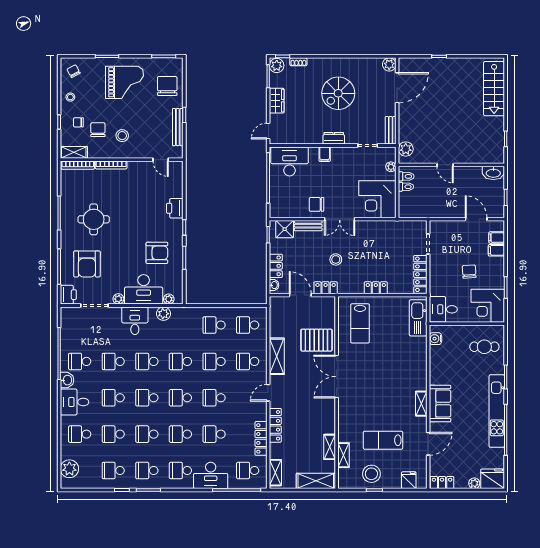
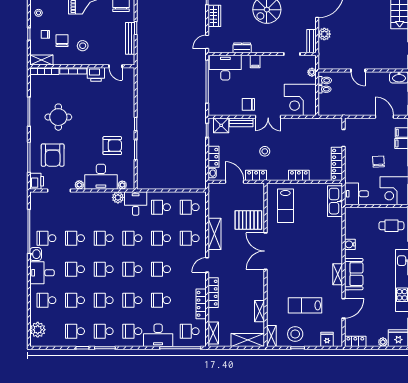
dresser: (334, 138) -> (242, 48), moved
plant: (406, 149) -> (324, 34), moved
printer: (175, 208) -> (96, 74), moved, turned -90
desk: (135, 321) -> (136, 204), moved
water cooler: (436, 339) -> (350, 244), moved
shelving: (343, 455) -> (271, 336), moved

